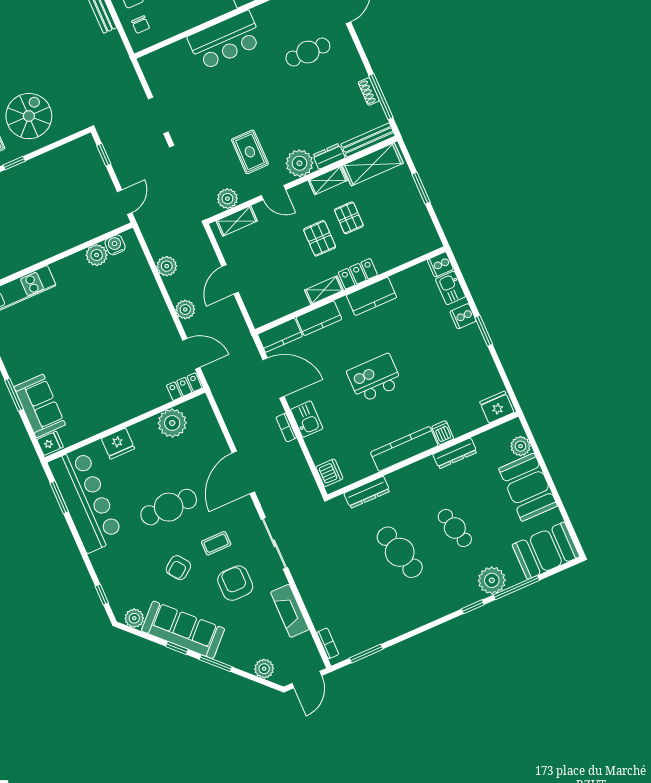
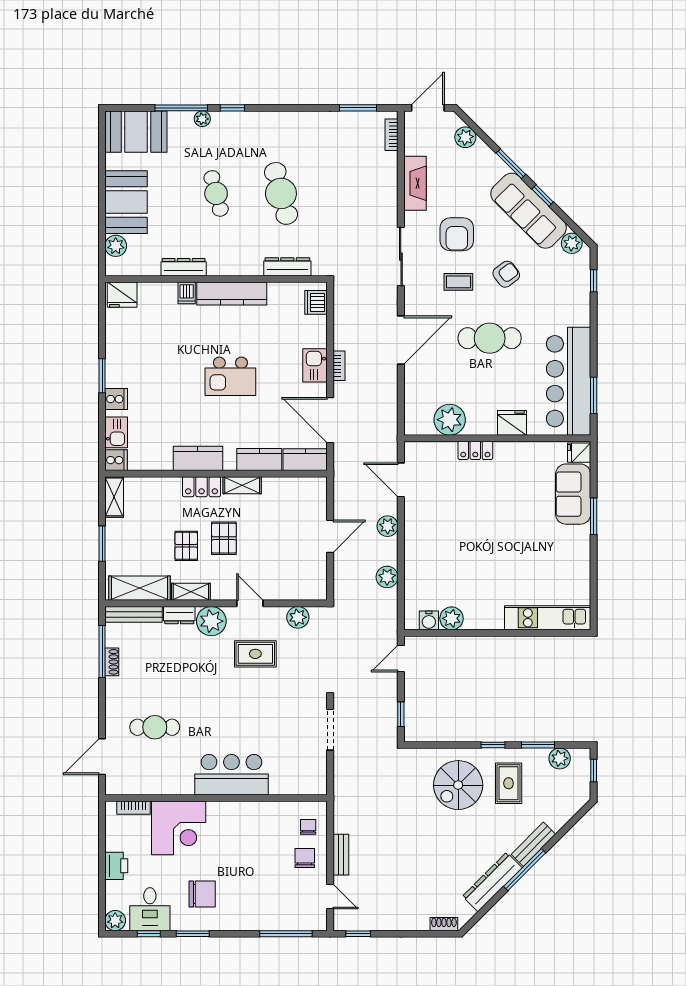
rug: (250, 152) -> (255, 654), turned 90
shelving: (237, 221) -> (114, 497), moved, turned 90
locker: (184, 387) -> (475, 450), moved
plant: (492, 580) -> (202, 119), width x0.53, depth x0.53

